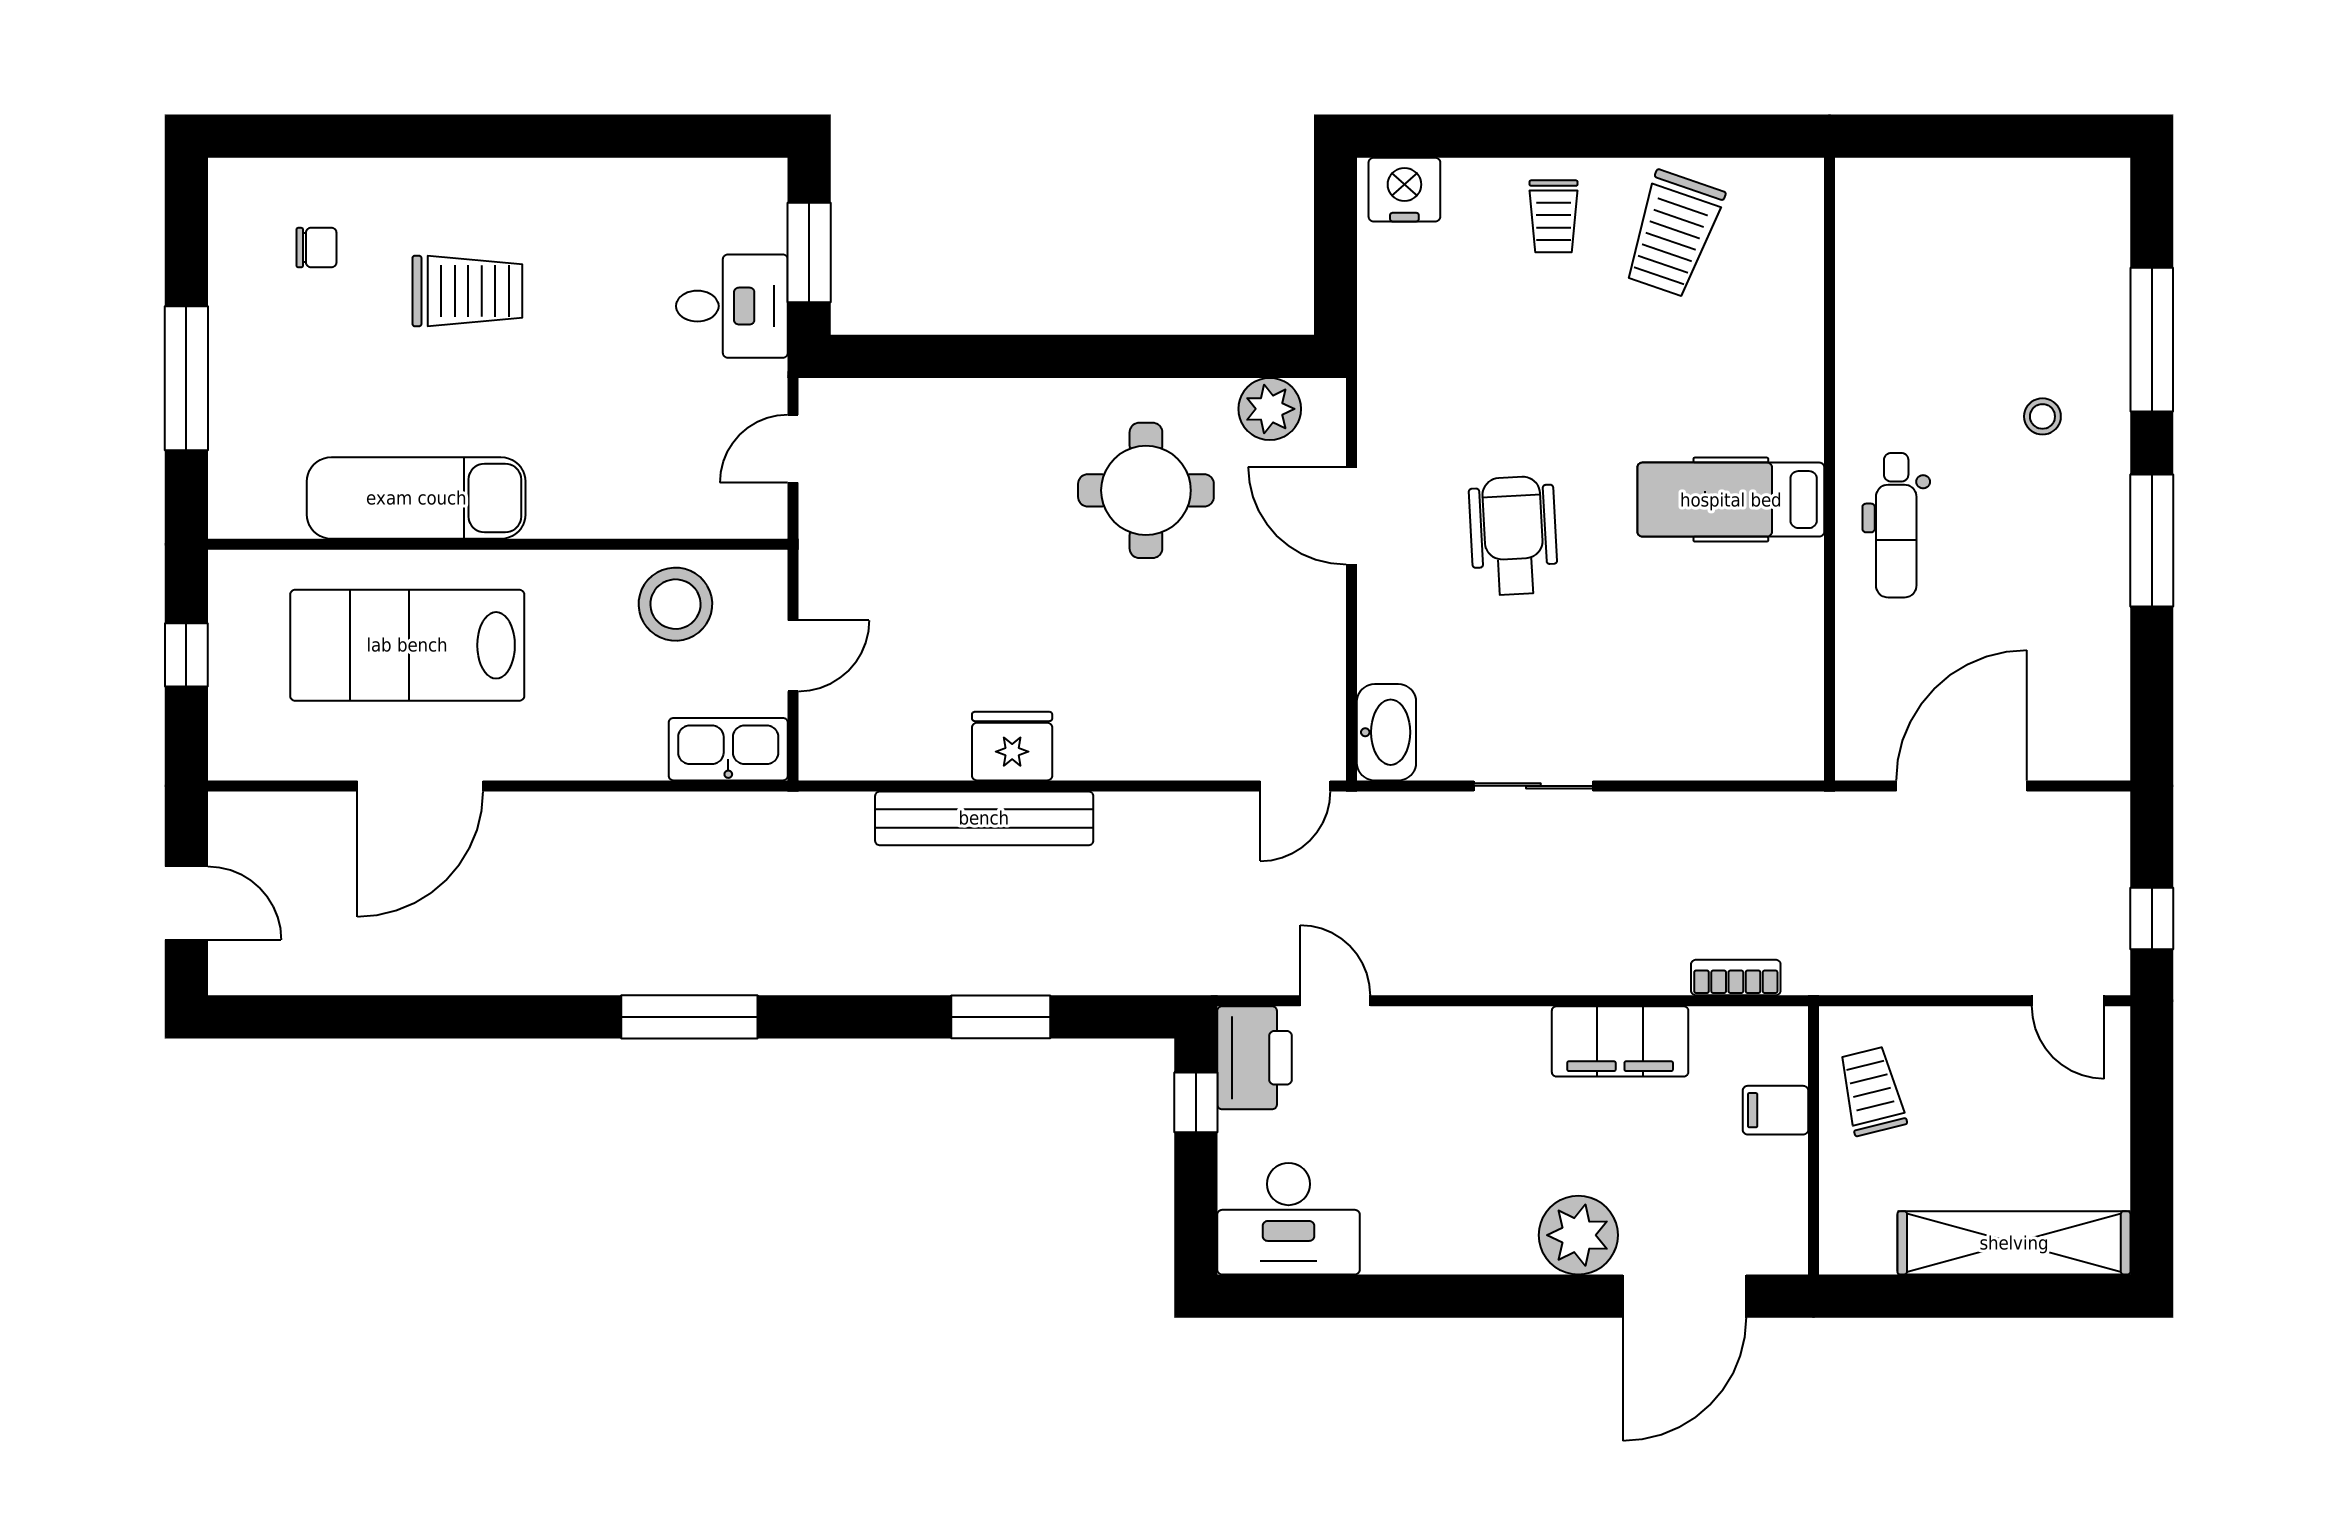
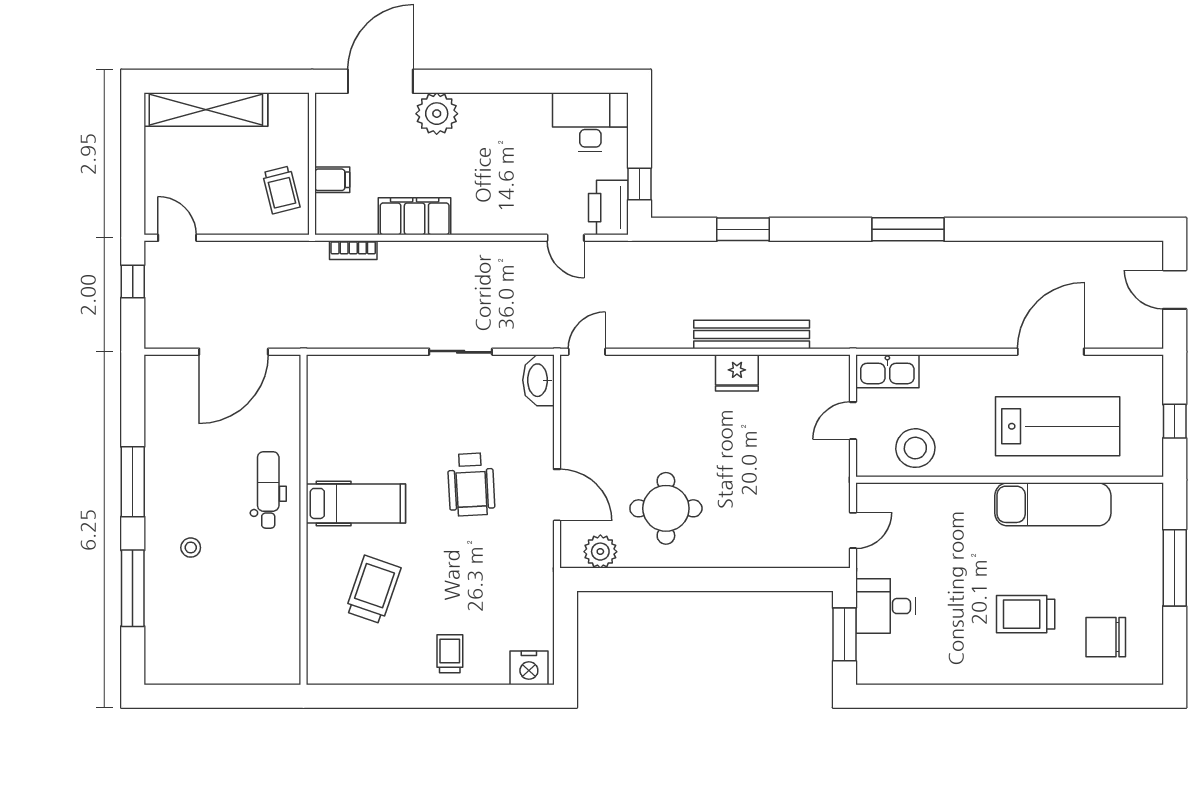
trolley: (1673, 234) -> (373, 590), moved
chair: (316, 248) -> (1106, 637), width x1.87, depth x1.87

